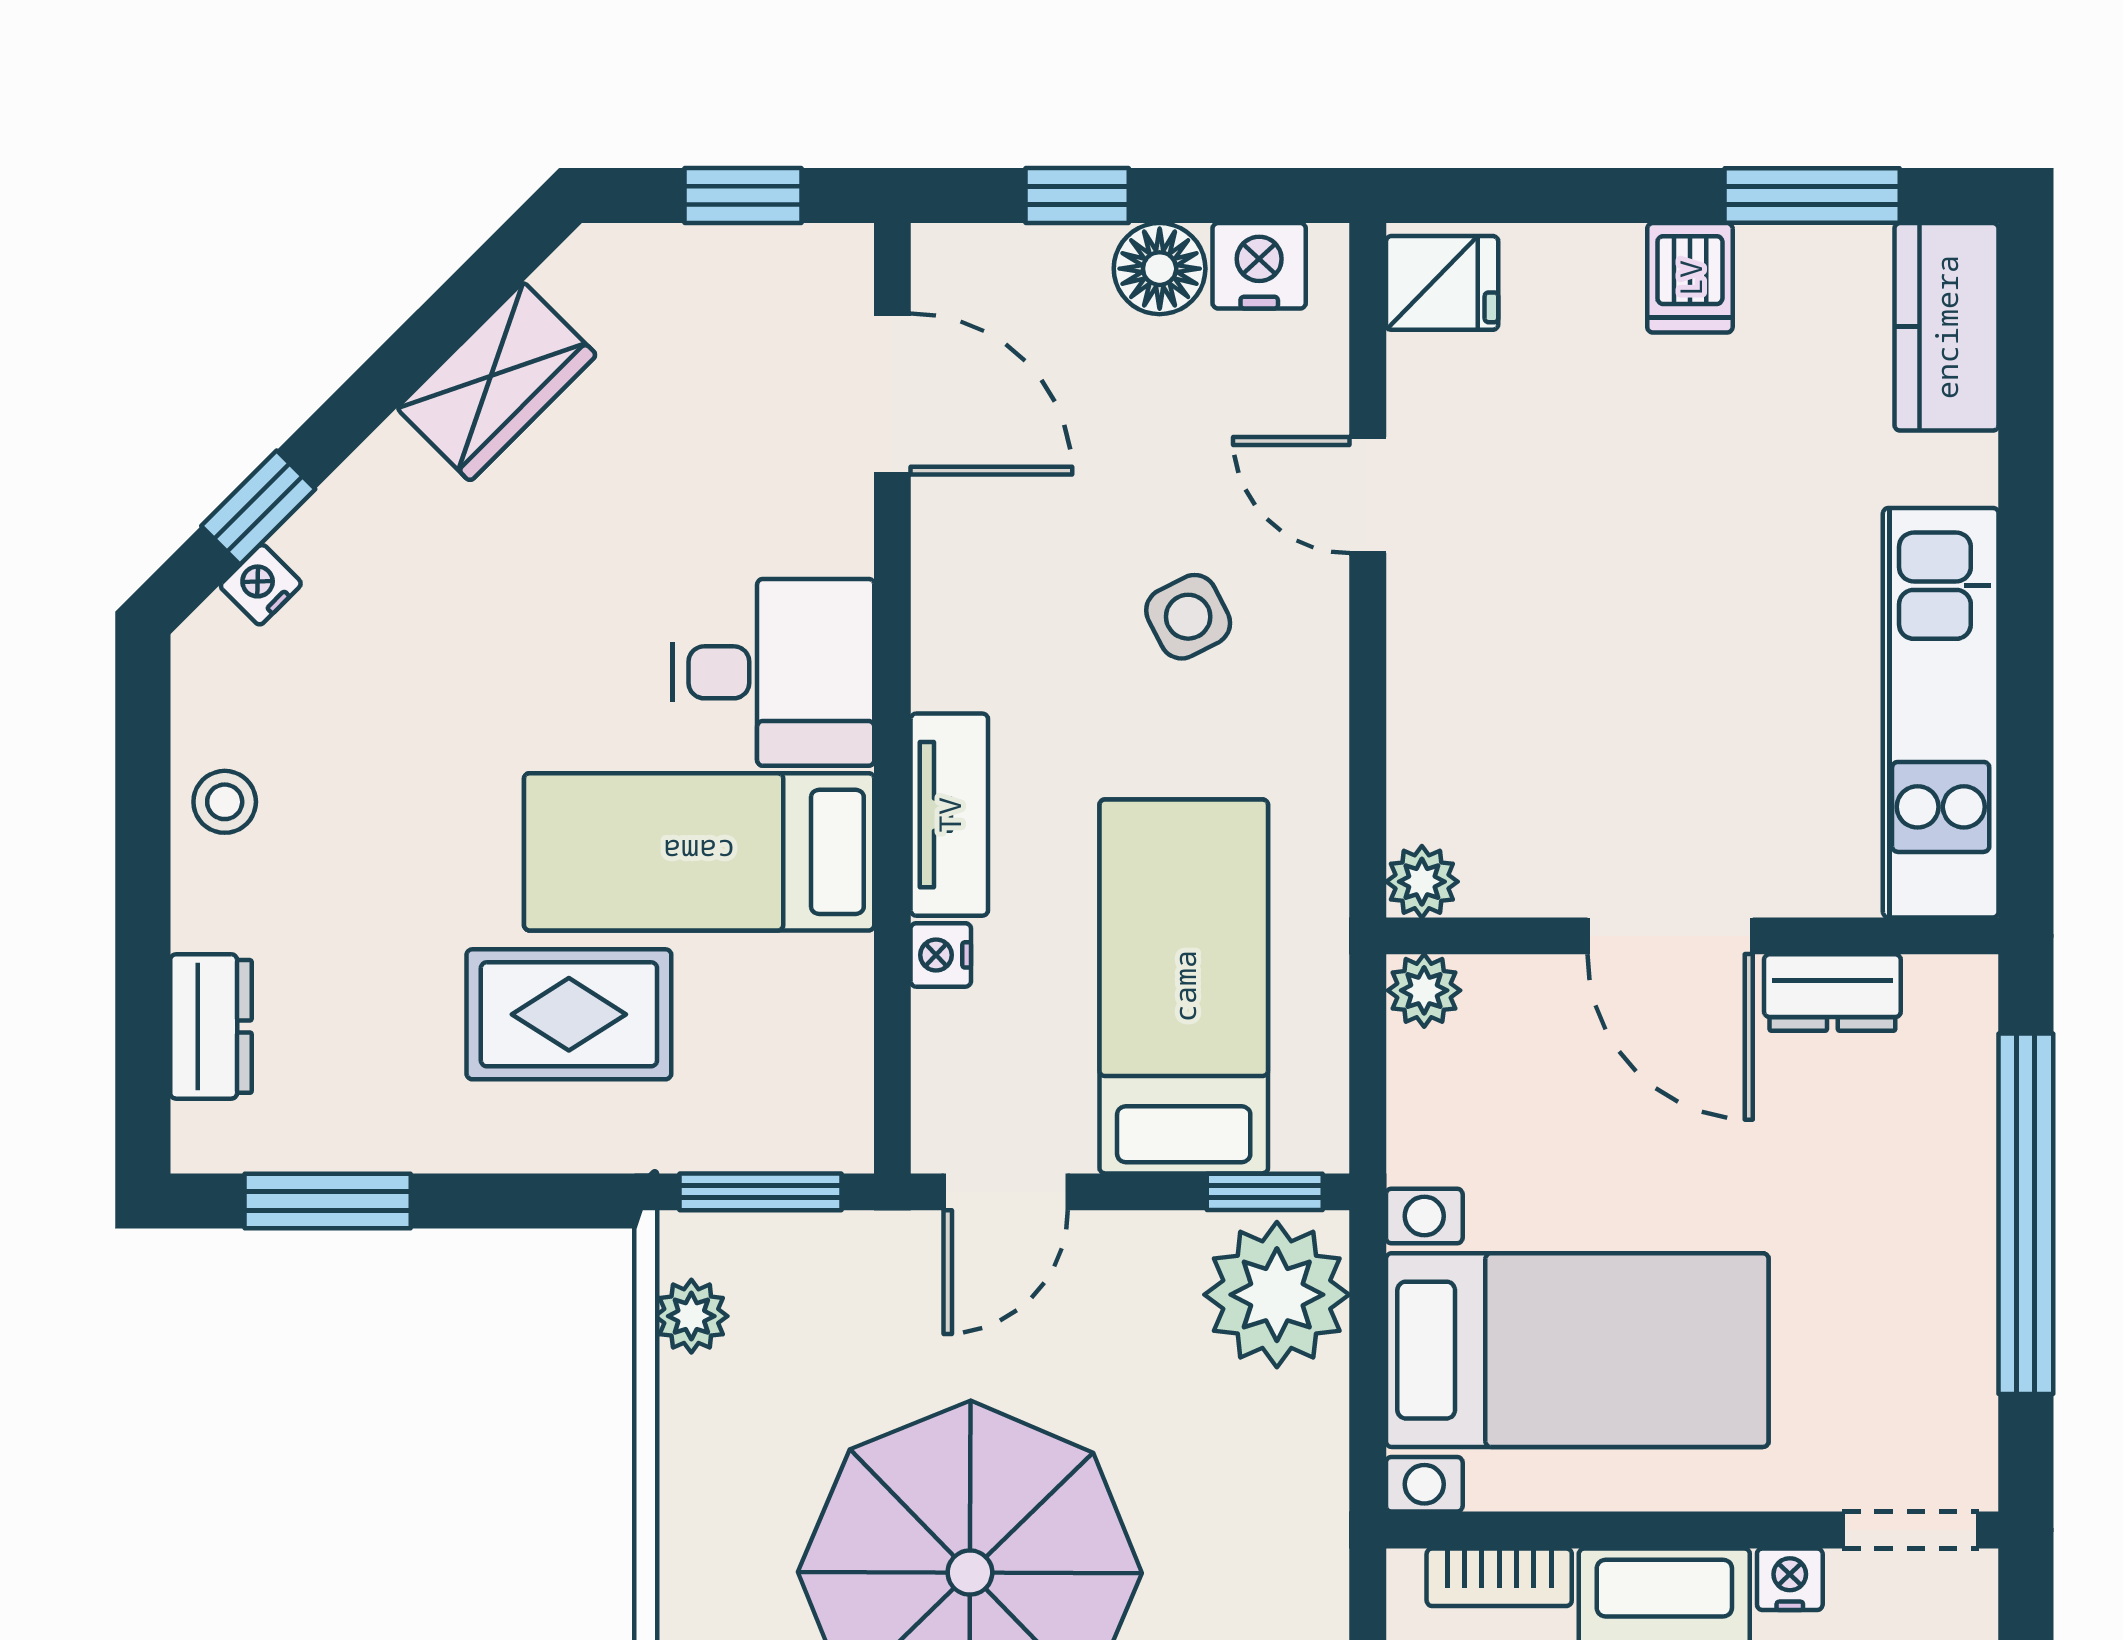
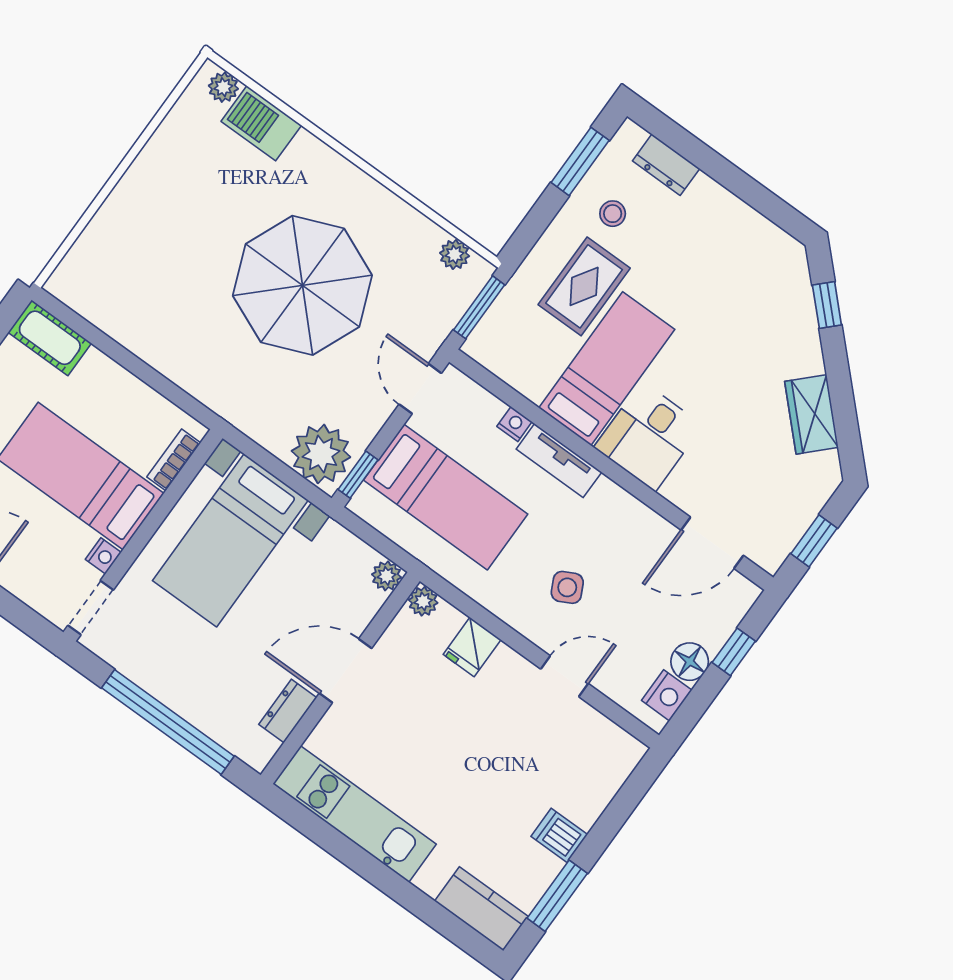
fridge: (1442, 283) -> (472, 647), moved
nightstand: (261, 585) -> (801, 287), removed
stool: (225, 802) -> (613, 214), moved

